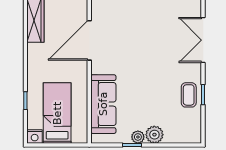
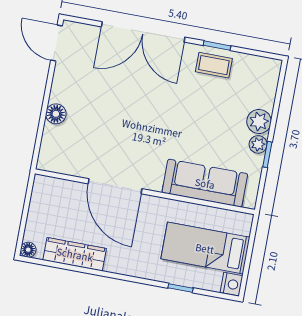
double door: (203, 40) -> (143, 32), width x1.36

